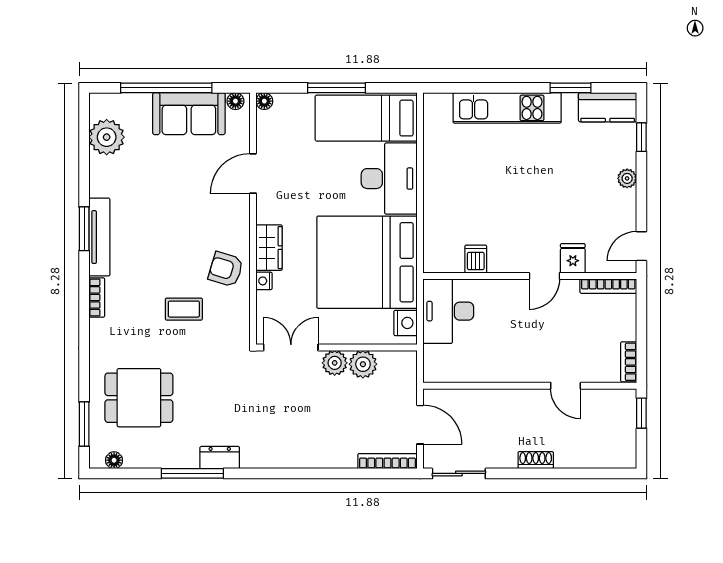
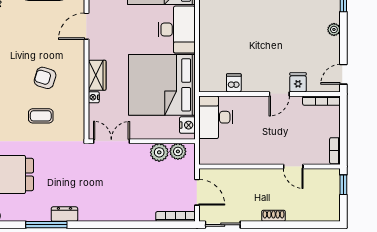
armchair: (226, 269) -> (45, 78), moved
plant: (335, 363) -> (178, 151), moved

